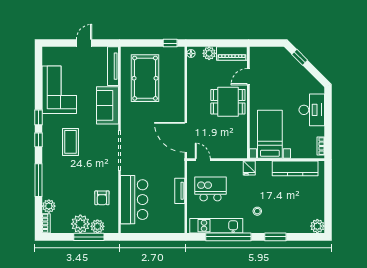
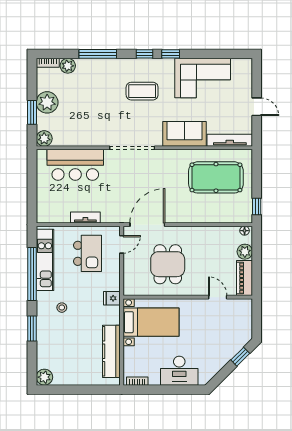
dining table: (228, 102) -> (168, 264), moved
armchair: (102, 198) -> (77, 127), removed
plant: (97, 226) -> (44, 139), moved
window: (89, 237) -> (32, 112), width x0.69

